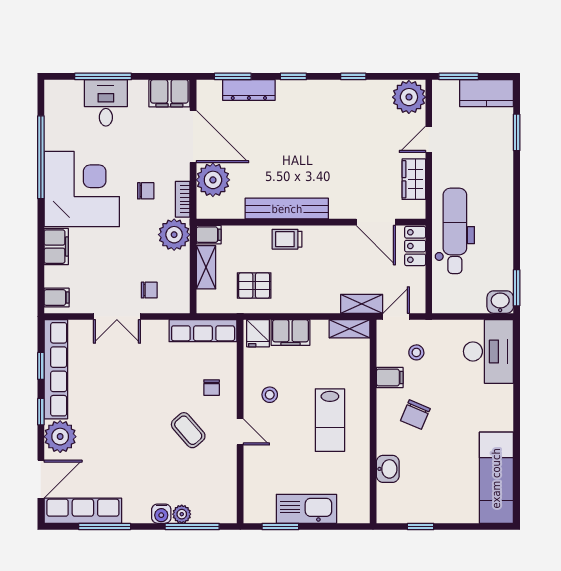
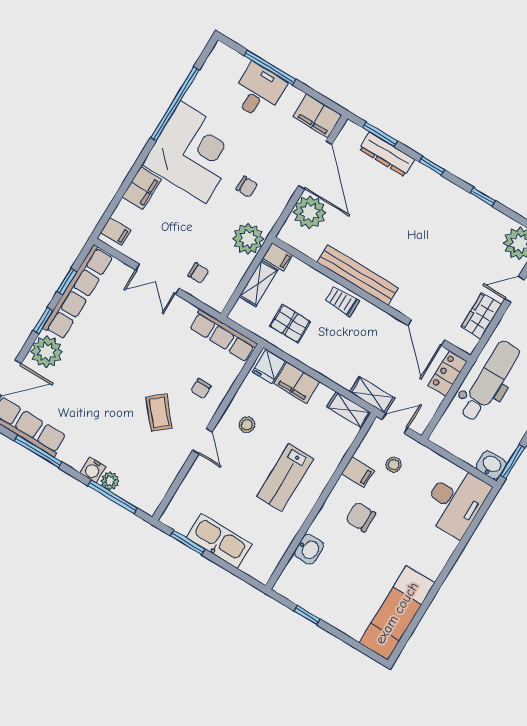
bookcase: (183, 199) -> (274, 213), removed
chair: (415, 415) -> (361, 517), turned 67

